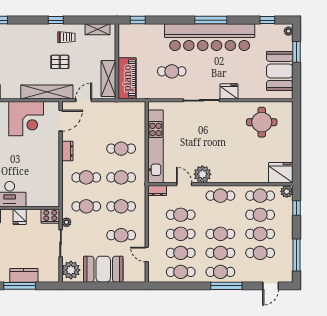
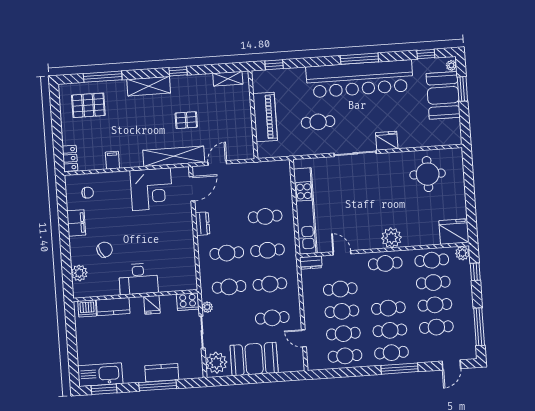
trolley: (66, 37) -> (192, 91), removed
booth: (280, 71) -> (443, 95), moved
piano: (127, 78) -> (265, 117), moved
shelving: (108, 79) -> (149, 86), moved, turned 90
plant: (202, 174) -> (391, 238), moved

